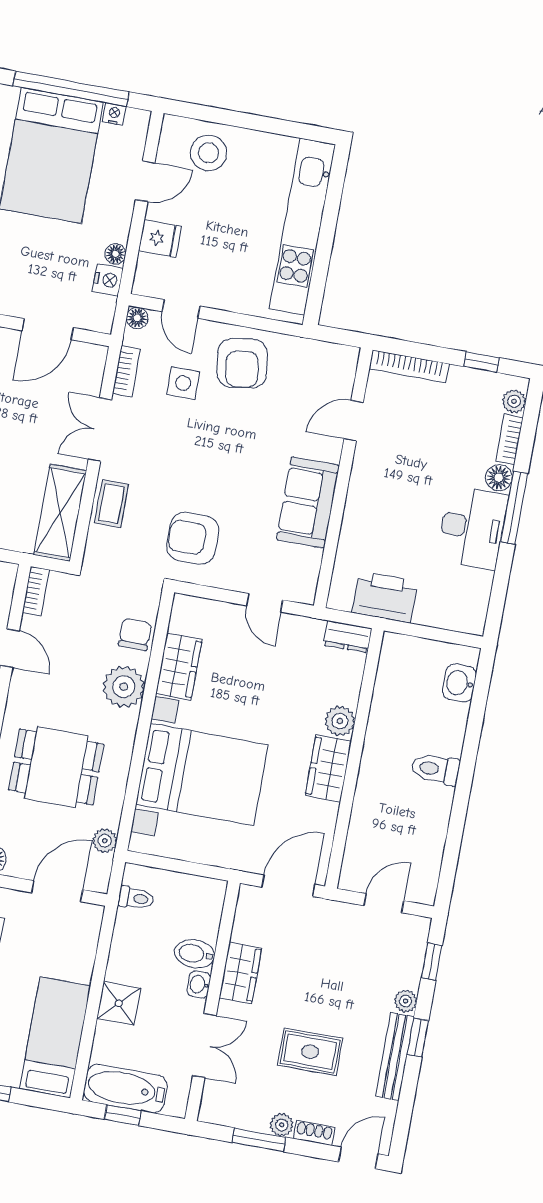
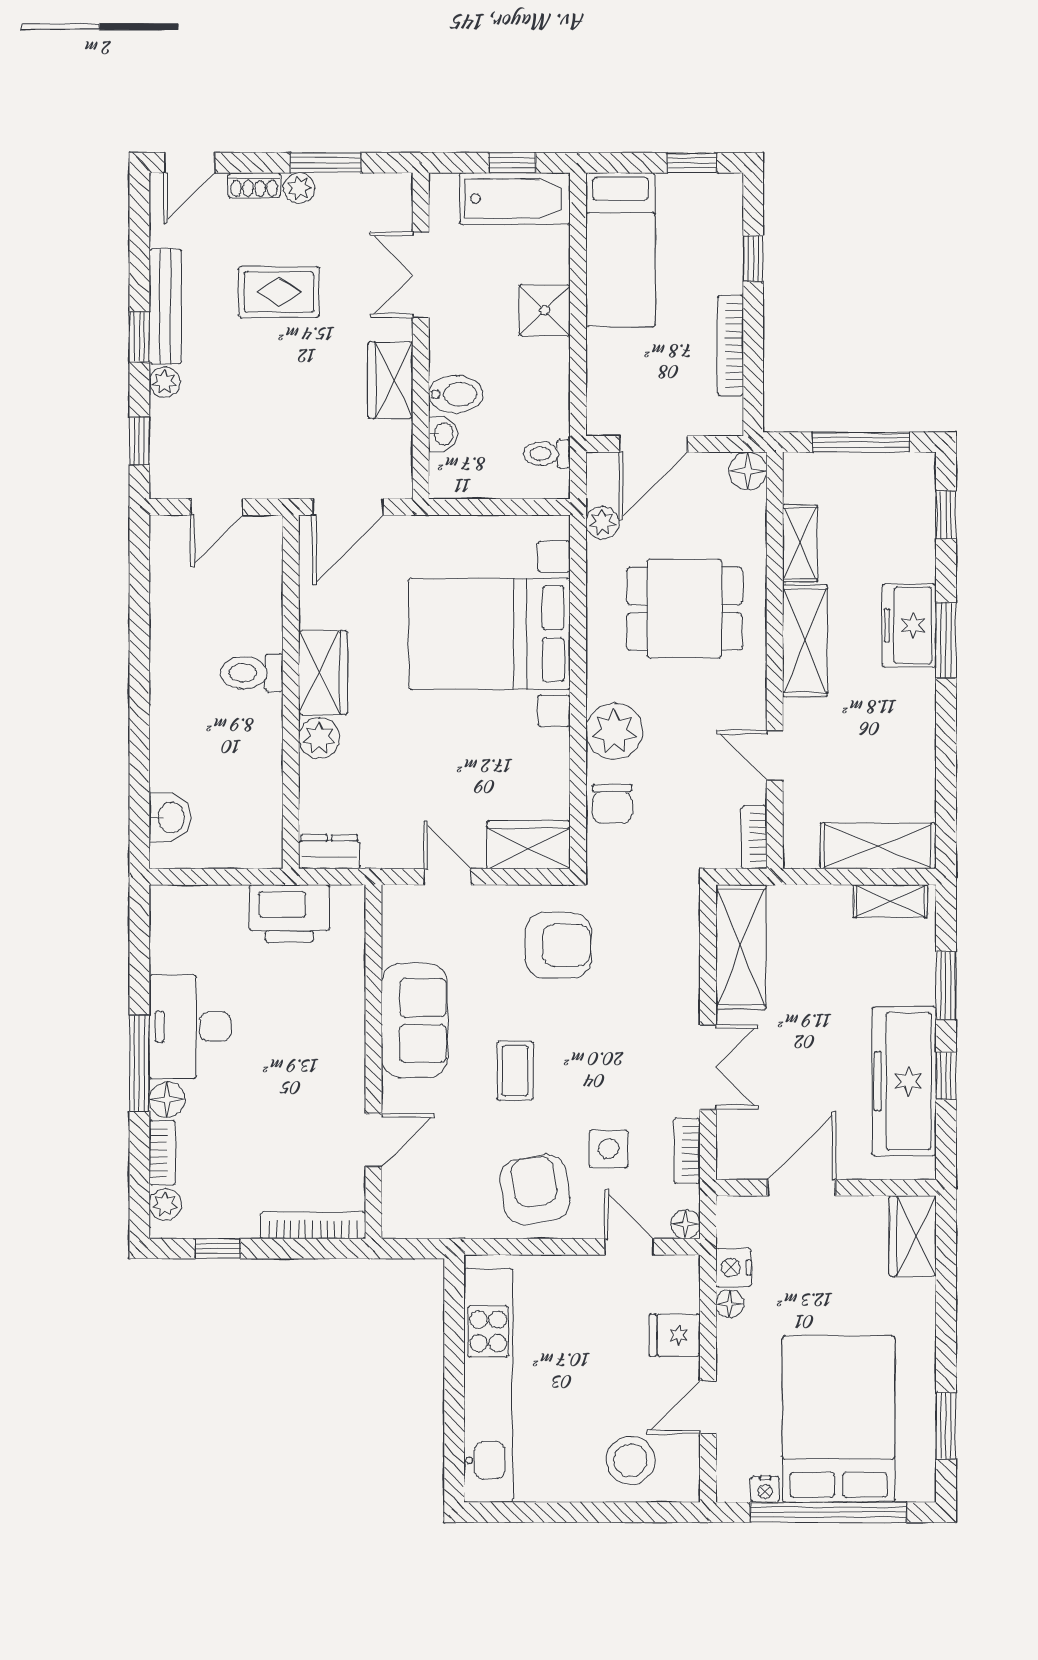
coffee table: (112, 503) -> (515, 1071), moved
wardrobe: (179, 667) -> (528, 845), moved, turned 90
toilet: (436, 769) -> (252, 673), moved, turned 180
washbasin: (199, 984) -> (443, 434), moved

